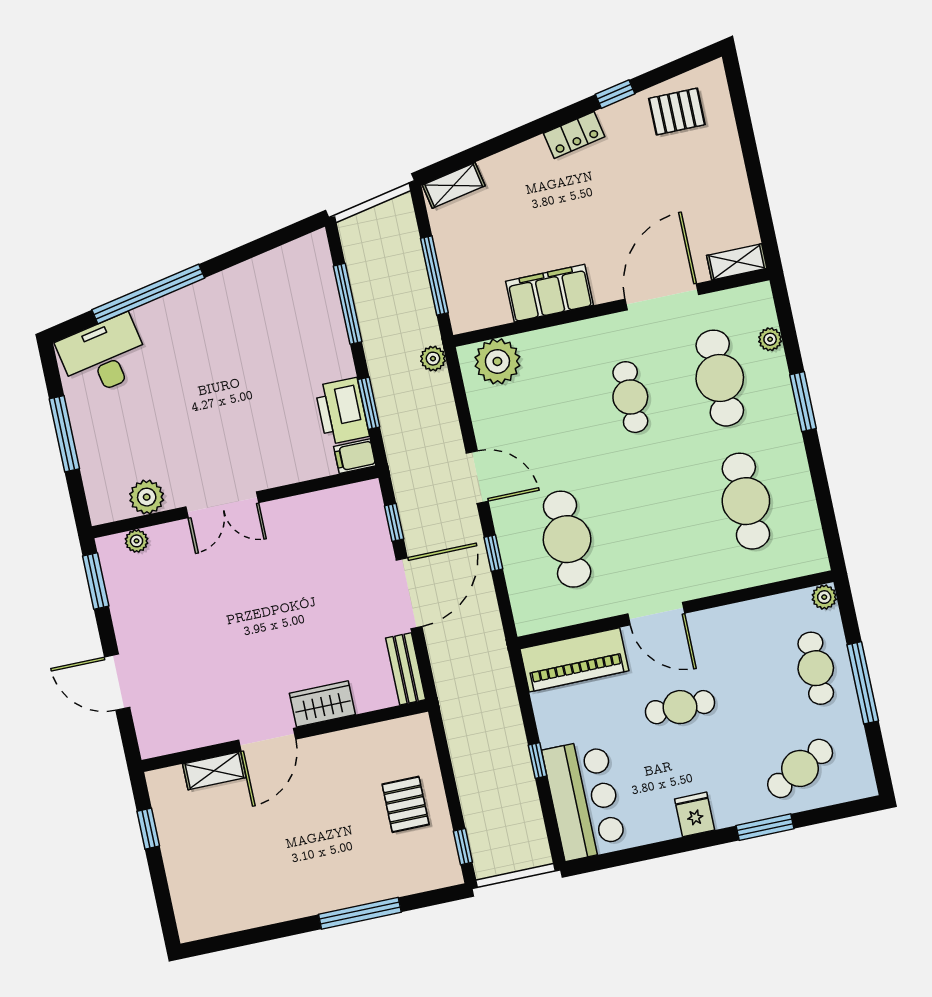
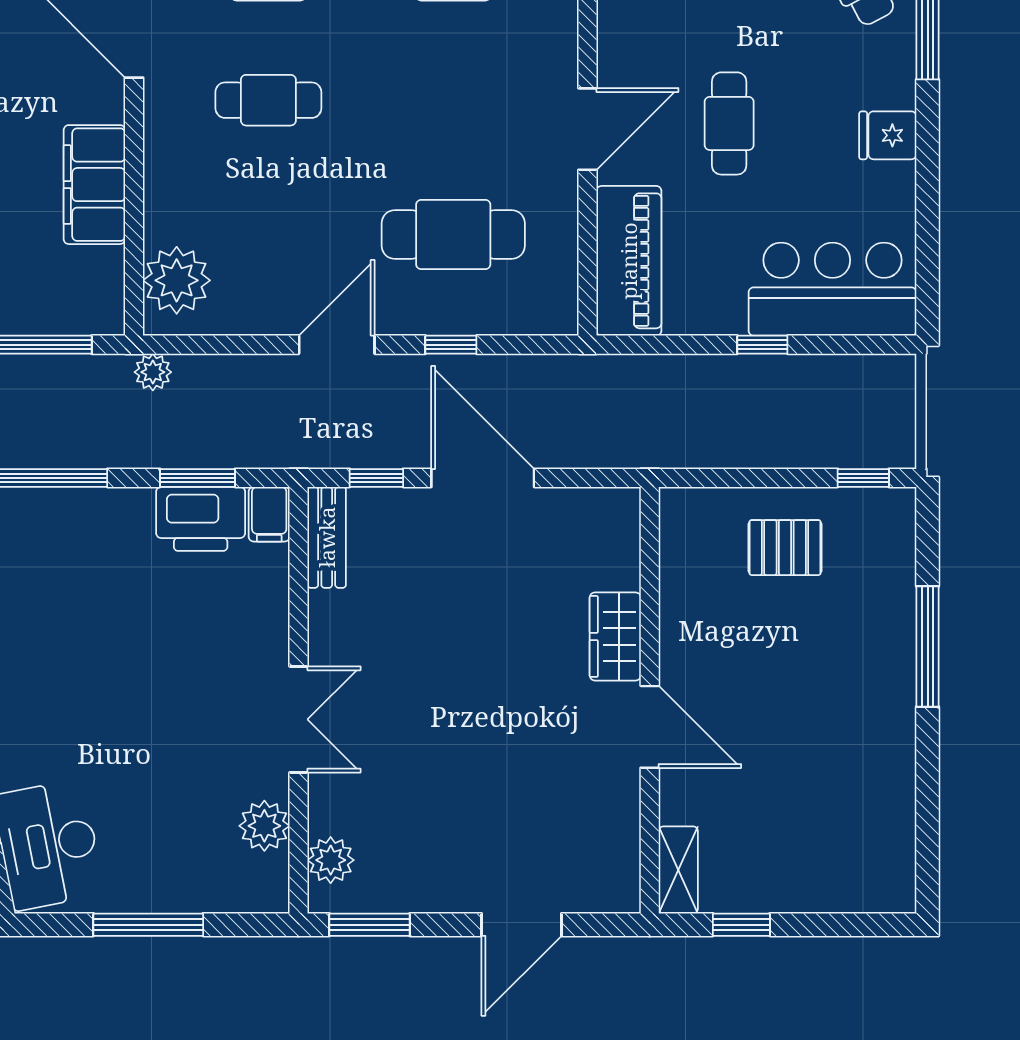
plant: (137, 541) -> (331, 860), width x1.38, depth x1.38
bench: (406, 669) -> (327, 537), moved, turned 90
shelving: (214, 771) -> (678, 870), moved

